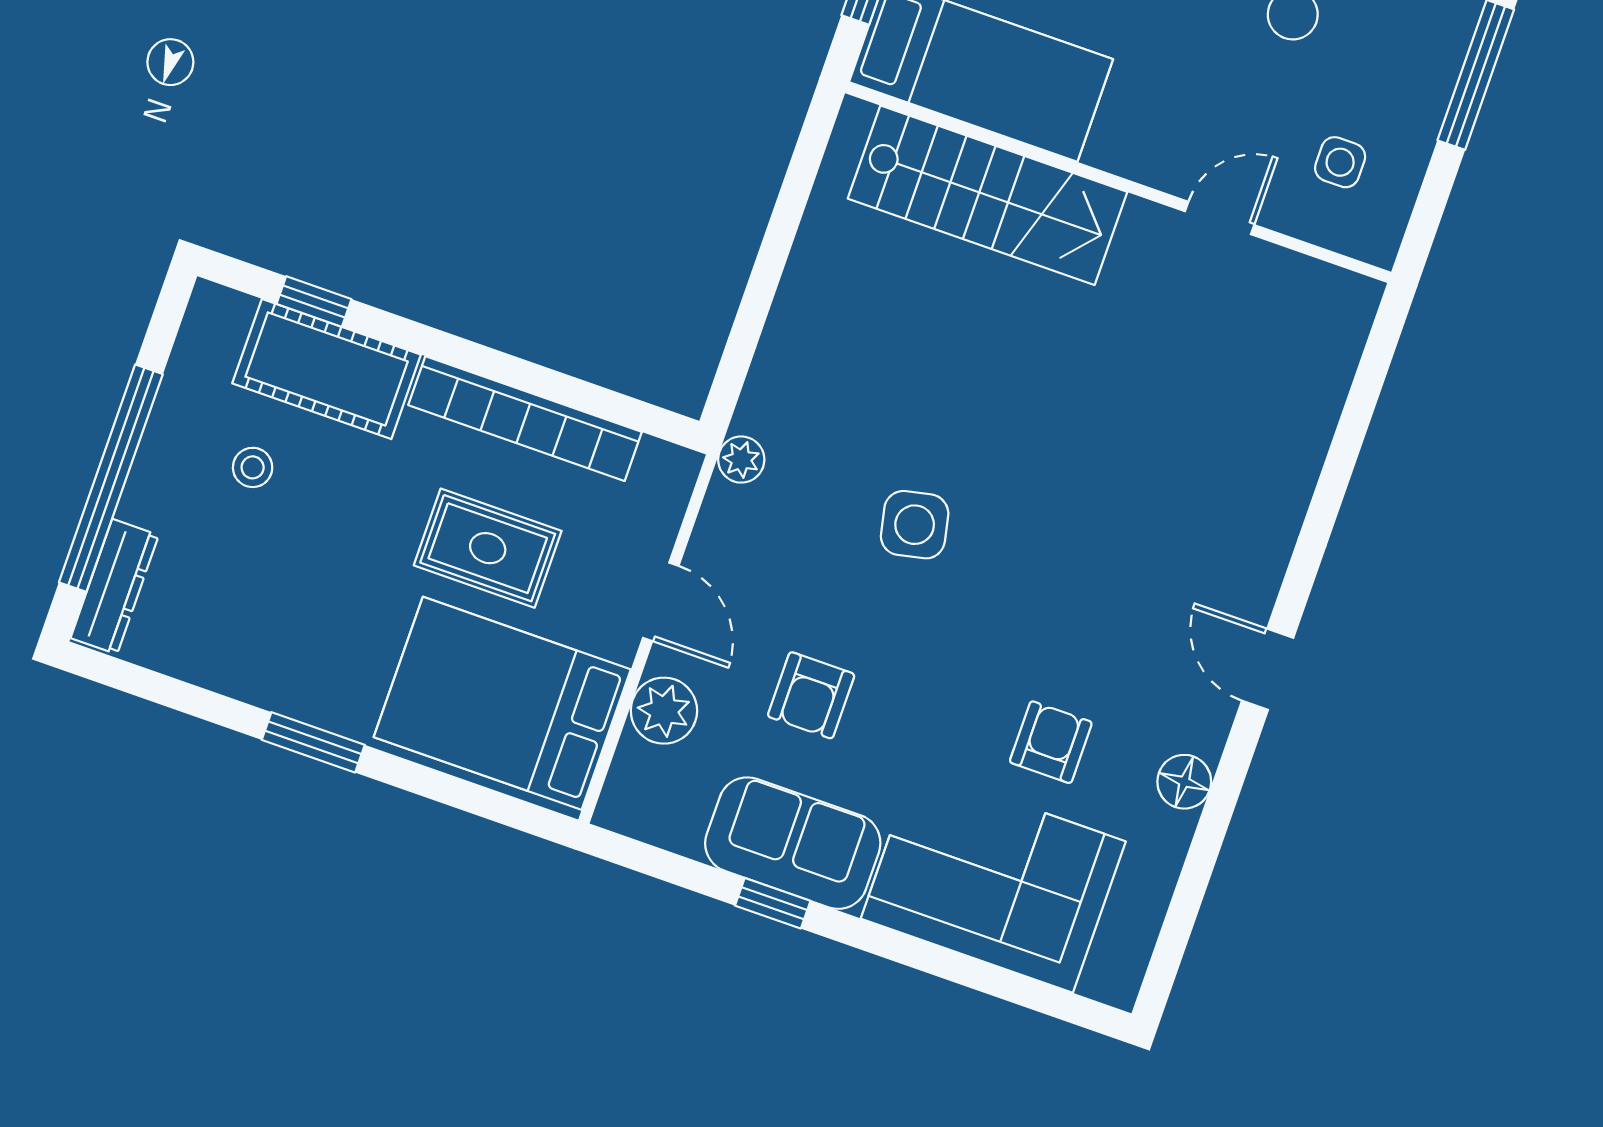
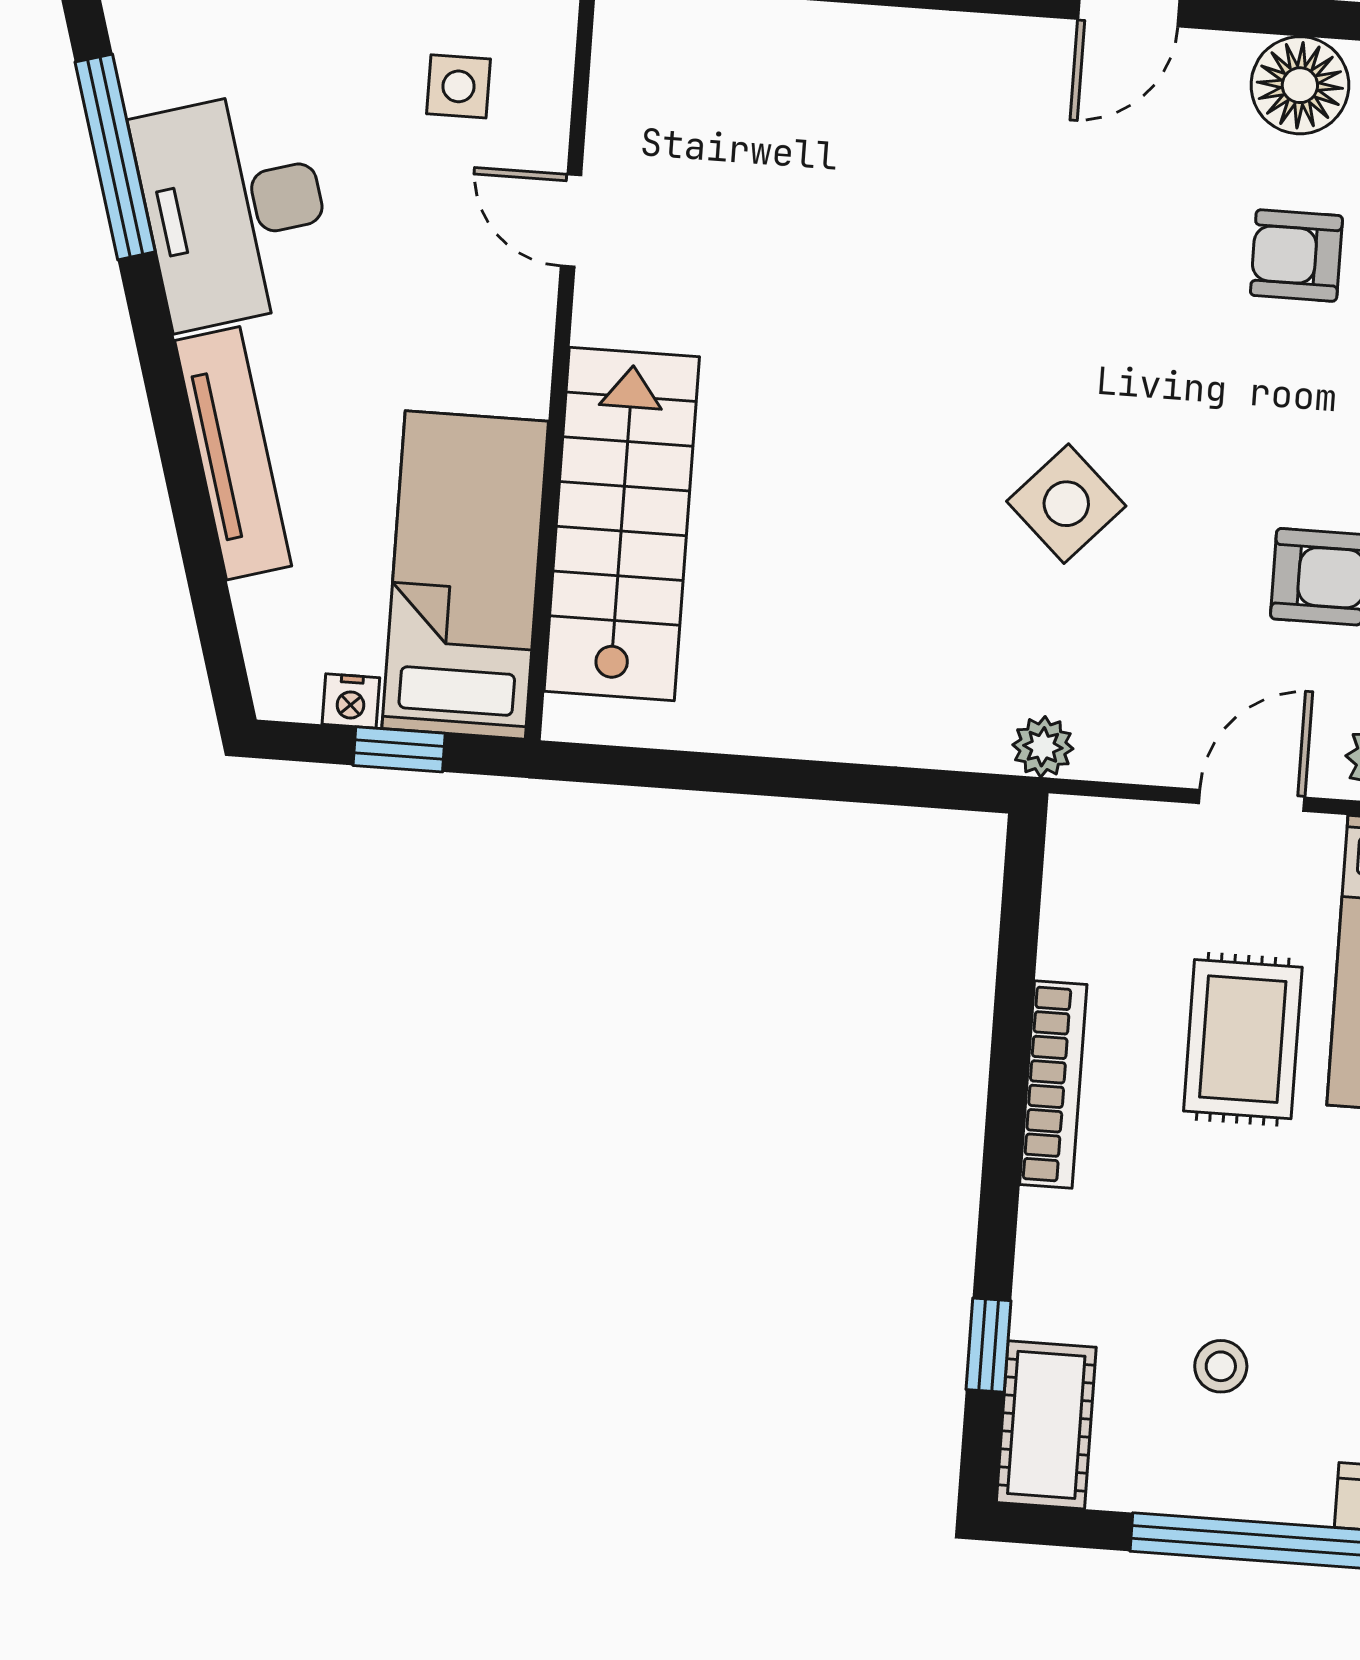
cot: (327, 369) -> (1046, 1425), moved, width x0.73, depth x0.75
bookcase: (525, 419) -> (1053, 1085), width x0.68, depth x0.76
side table: (915, 525) -> (1066, 504), turned -35
floor lamp: (1184, 782) -> (1300, 85), width x1.38, depth x1.38

